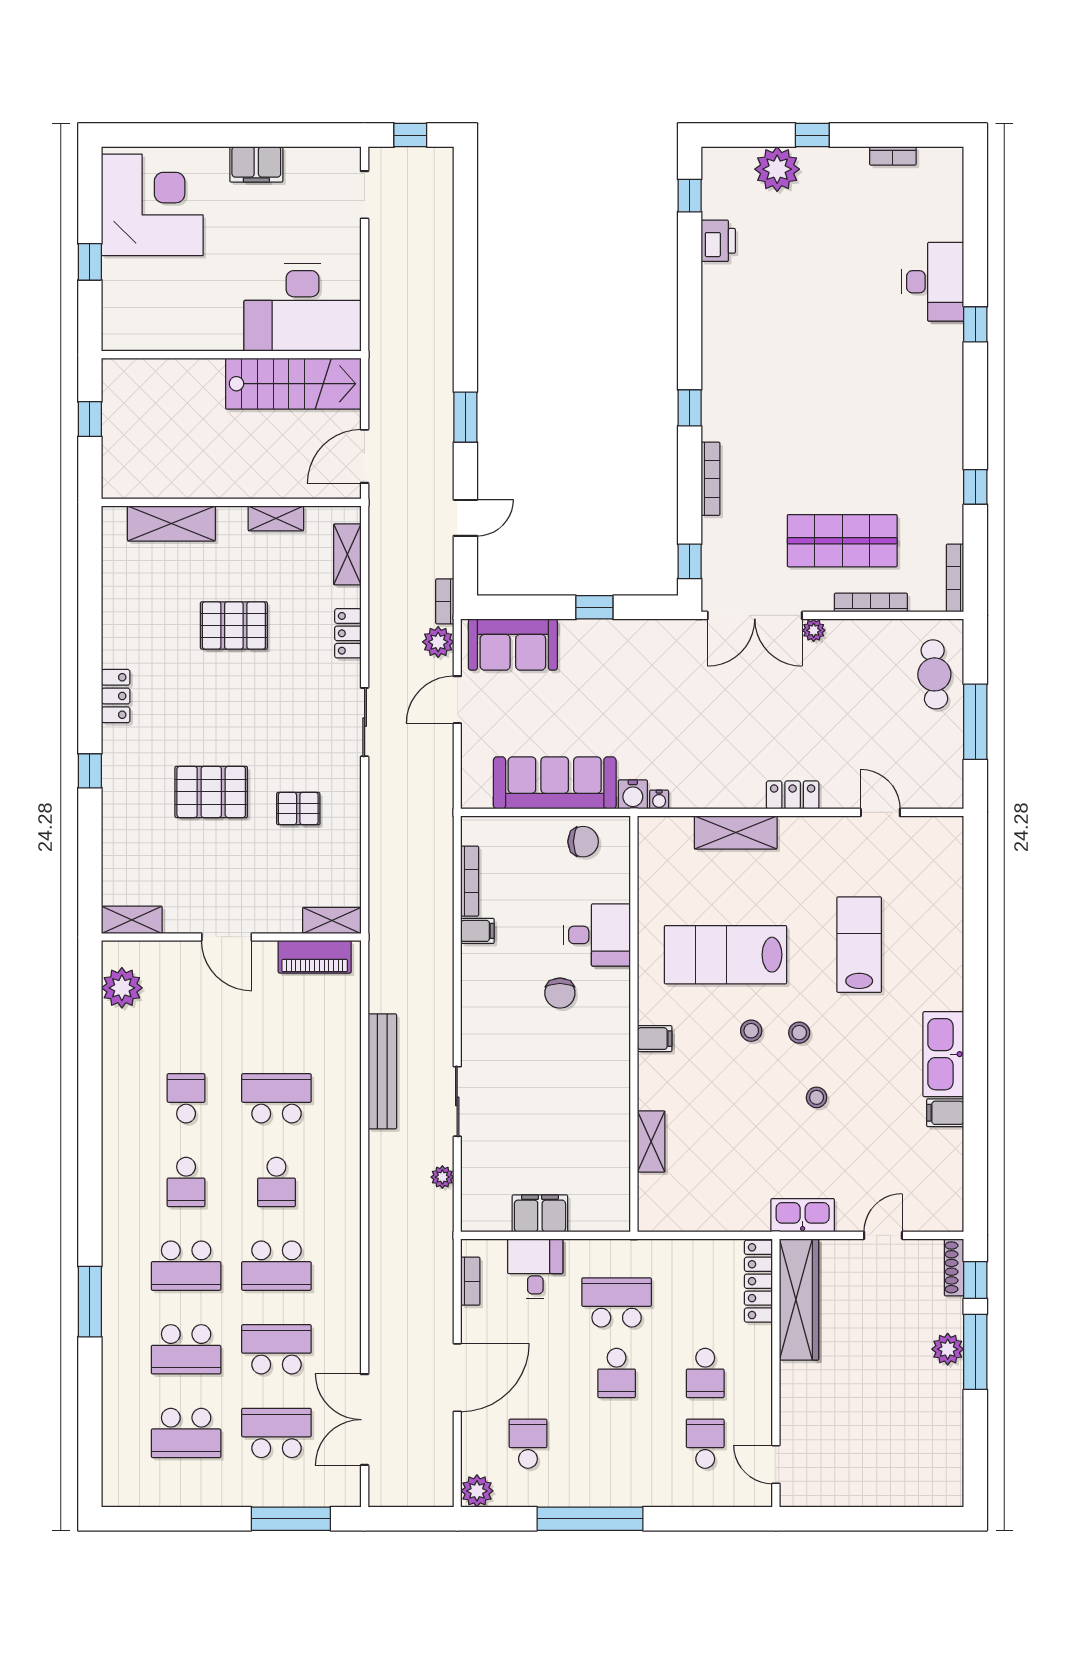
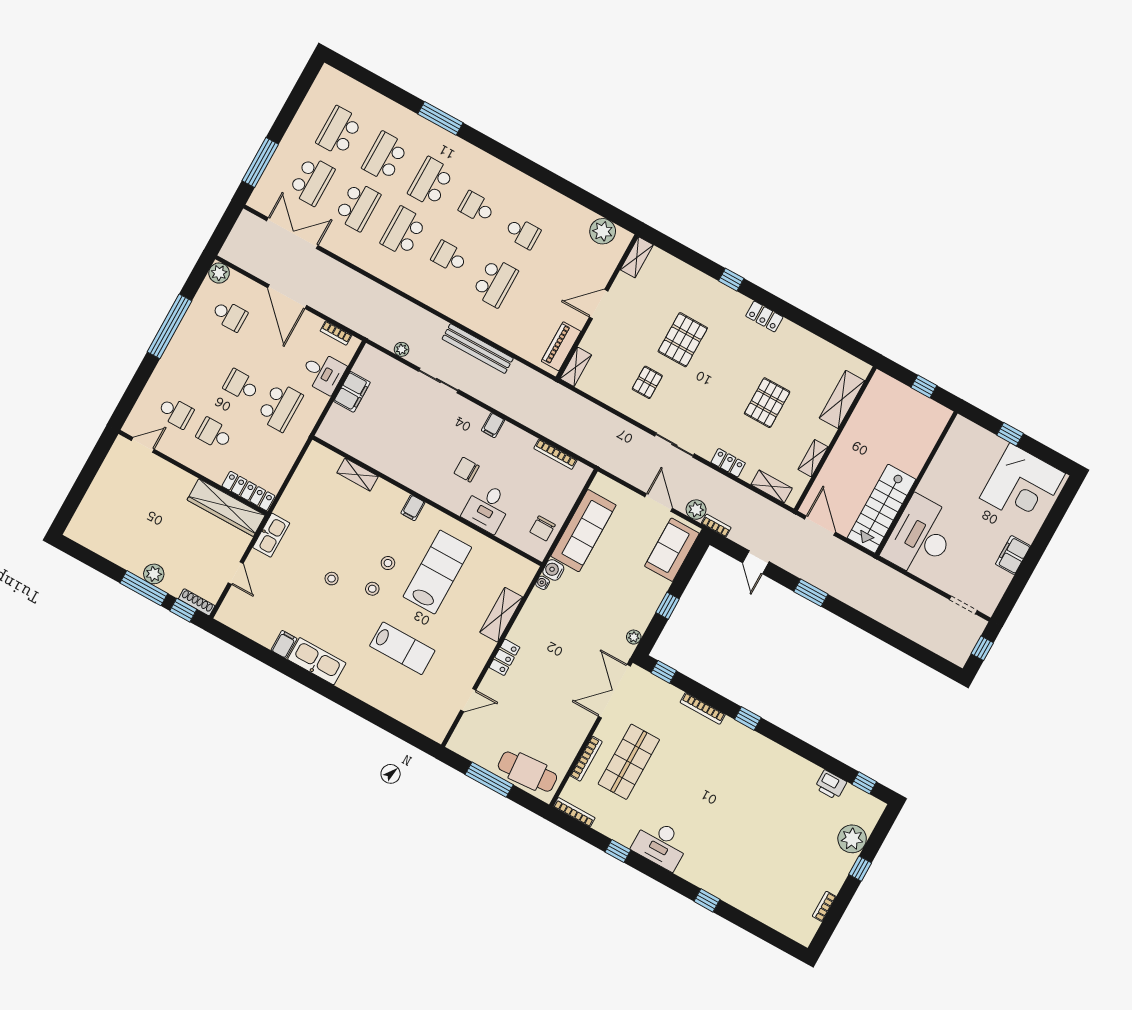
desk: (933, 282) -> (661, 844), moved
plant: (814, 630) -> (634, 637), moved
cafe table: (934, 674) -> (527, 772), width x1.37, depth x1.35
filing cabinet: (477, 931) -> (493, 425), moved

